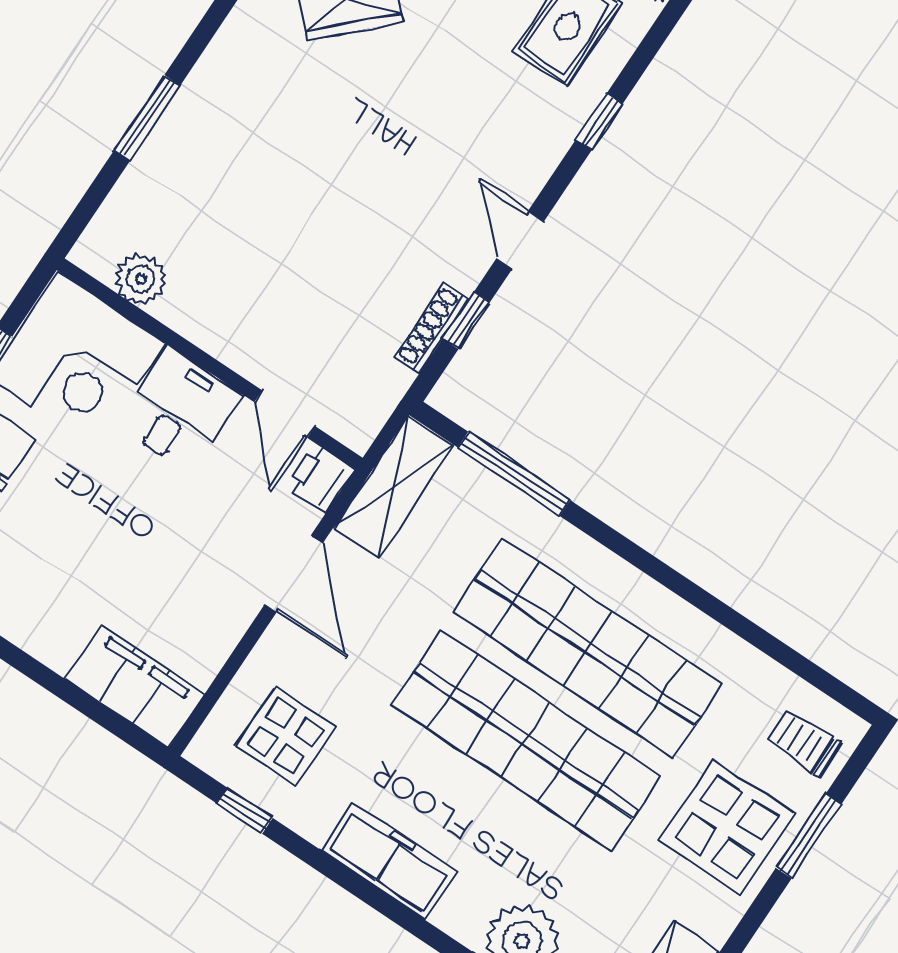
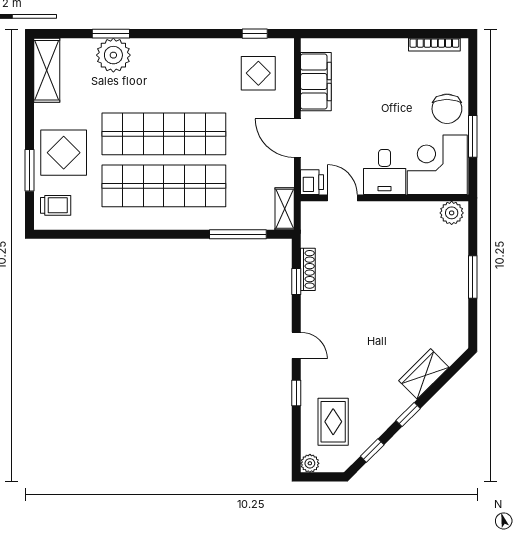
door: (520, 240) -> (296, 345), moved
plant: (141, 279) -> (452, 213), moved
shelving: (394, 486) -> (285, 209), width x0.67, depth x0.75
filing cabinet: (134, 686) -> (316, 82), moved, turned -90
freezer: (389, 861) -> (186, 52), removed

